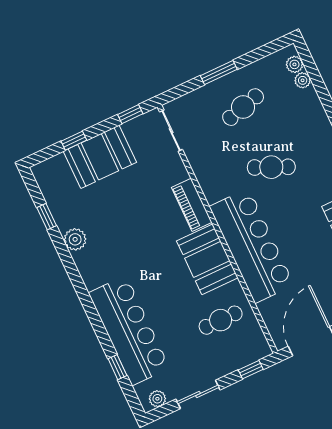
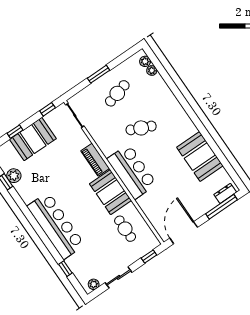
plant: (75, 239) -> (14, 176), moved
bar counter: (252, 246) -> (132, 172), width x0.73
cafe table: (221, 320) -> (125, 229), turned 90
bar counter: (129, 331) -> (56, 226), moved

